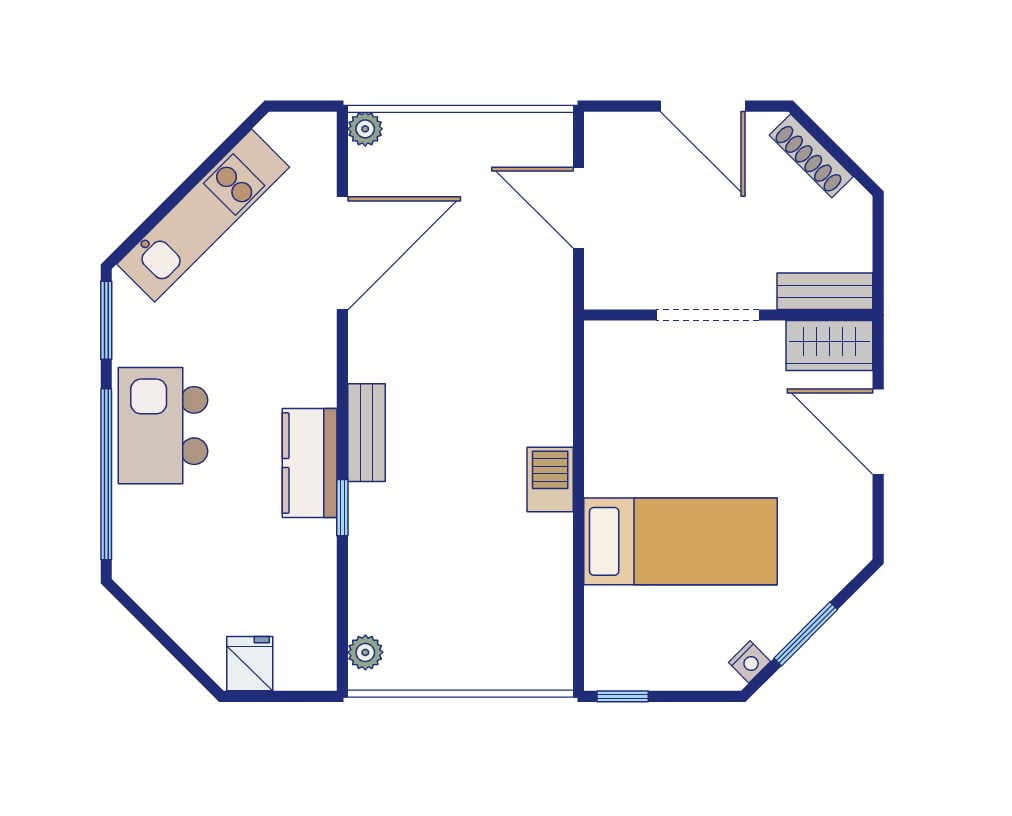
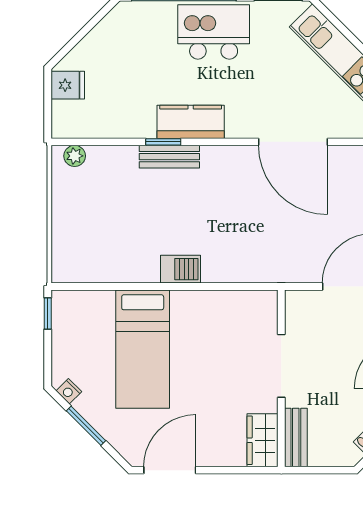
door: (342, 253) -> (293, 142), moved
door: (878, 432) -> (170, 470), moved
bench: (366, 433) -> (169, 157), moved

